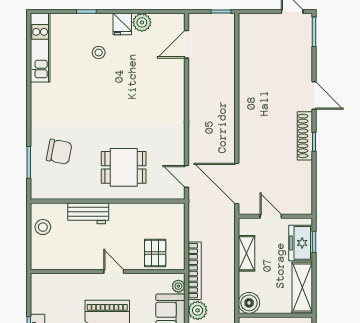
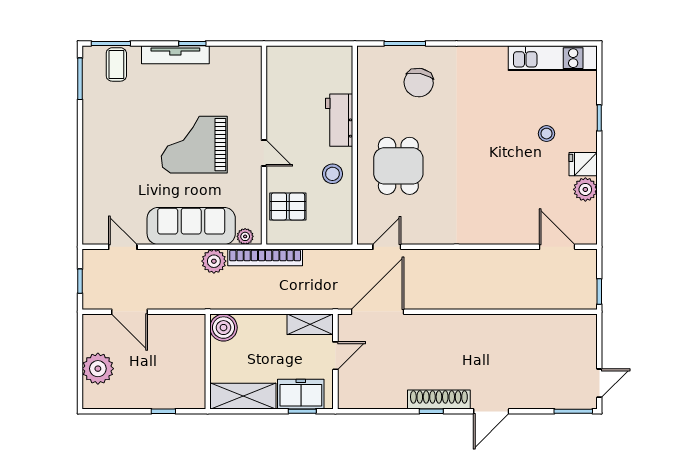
stool: (43, 227) -> (332, 174), moved
shelving: (246, 253) -> (310, 324), moved
door: (114, 272) -> (264, 153), hinge flipped

